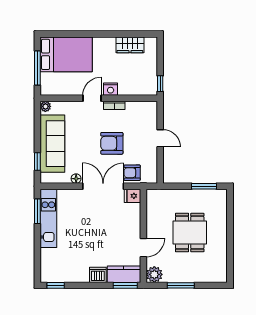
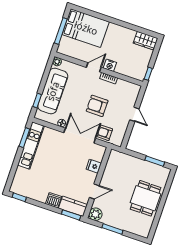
wardrobe: (130, 45) -> (146, 41), moved
fridge: (133, 196) -> (94, 166), moved
dining table: (190, 233) -> (146, 198), moved

